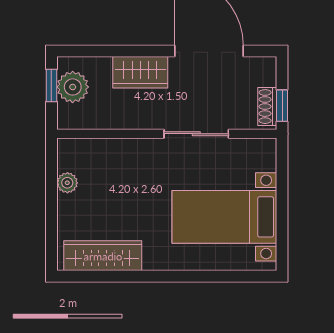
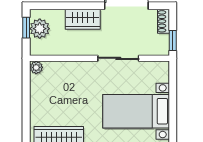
shoe rack: (267, 107) -> (163, 21), moved
plant: (67, 183) -> (36, 67), moved

